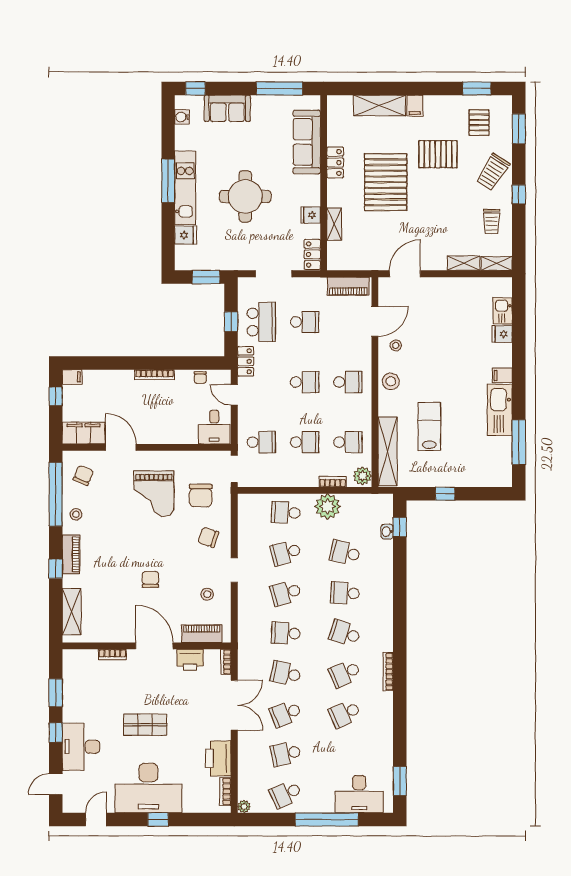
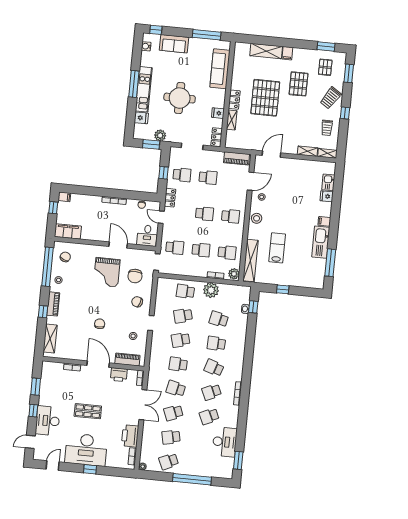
pallet: (438, 154) -> (299, 84), turned 90
locker: (335, 163) -> (234, 100), moved
plant: (219, 261) -> (160, 135), added
school desk: (261, 322) -> (182, 175), width x0.54
door: (121, 447) -> (118, 245), moved
desk: (359, 794) -> (225, 442), moved, turned -90

